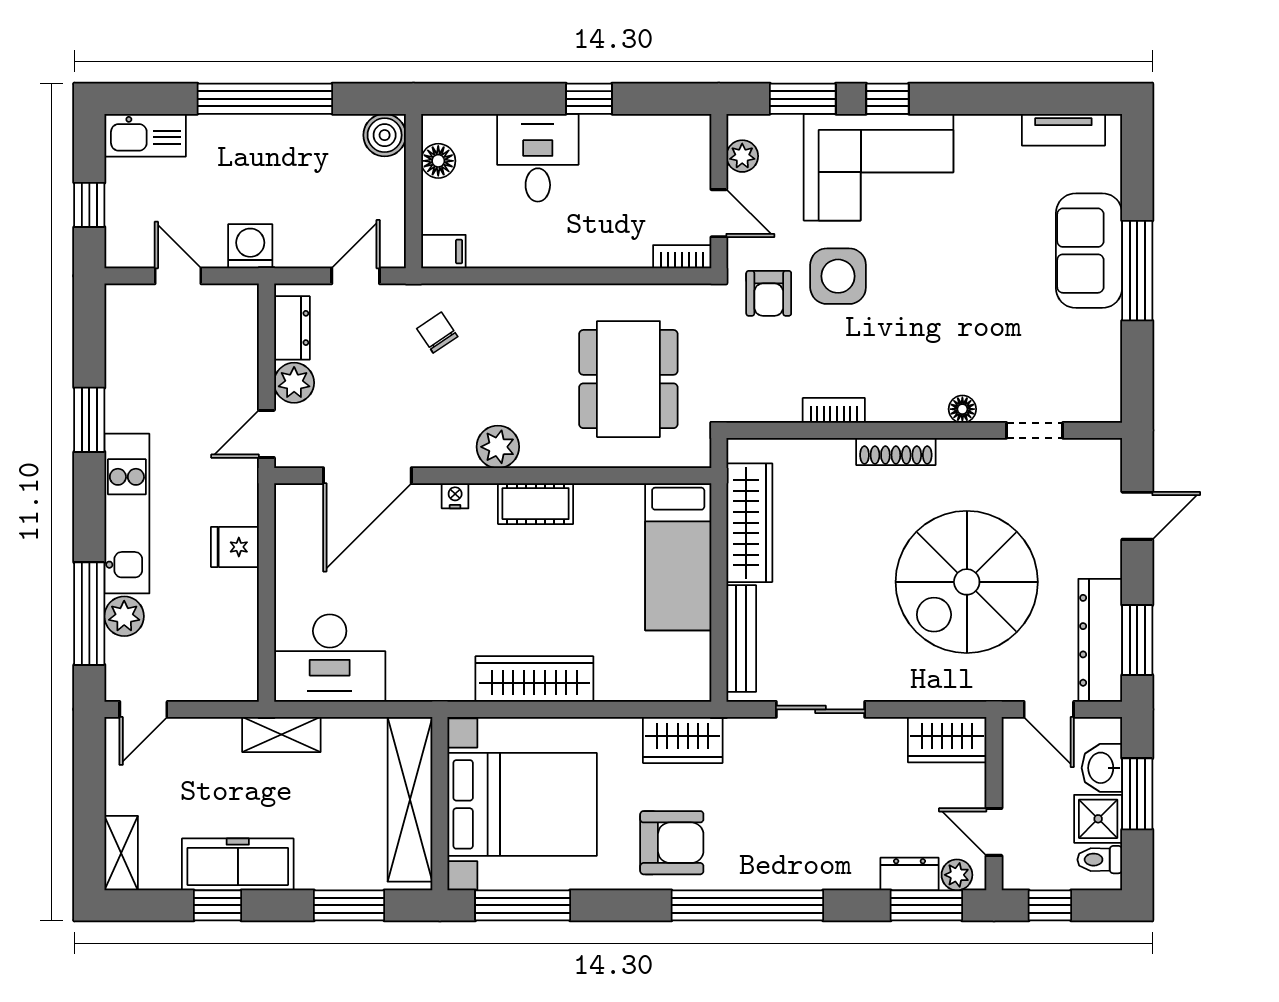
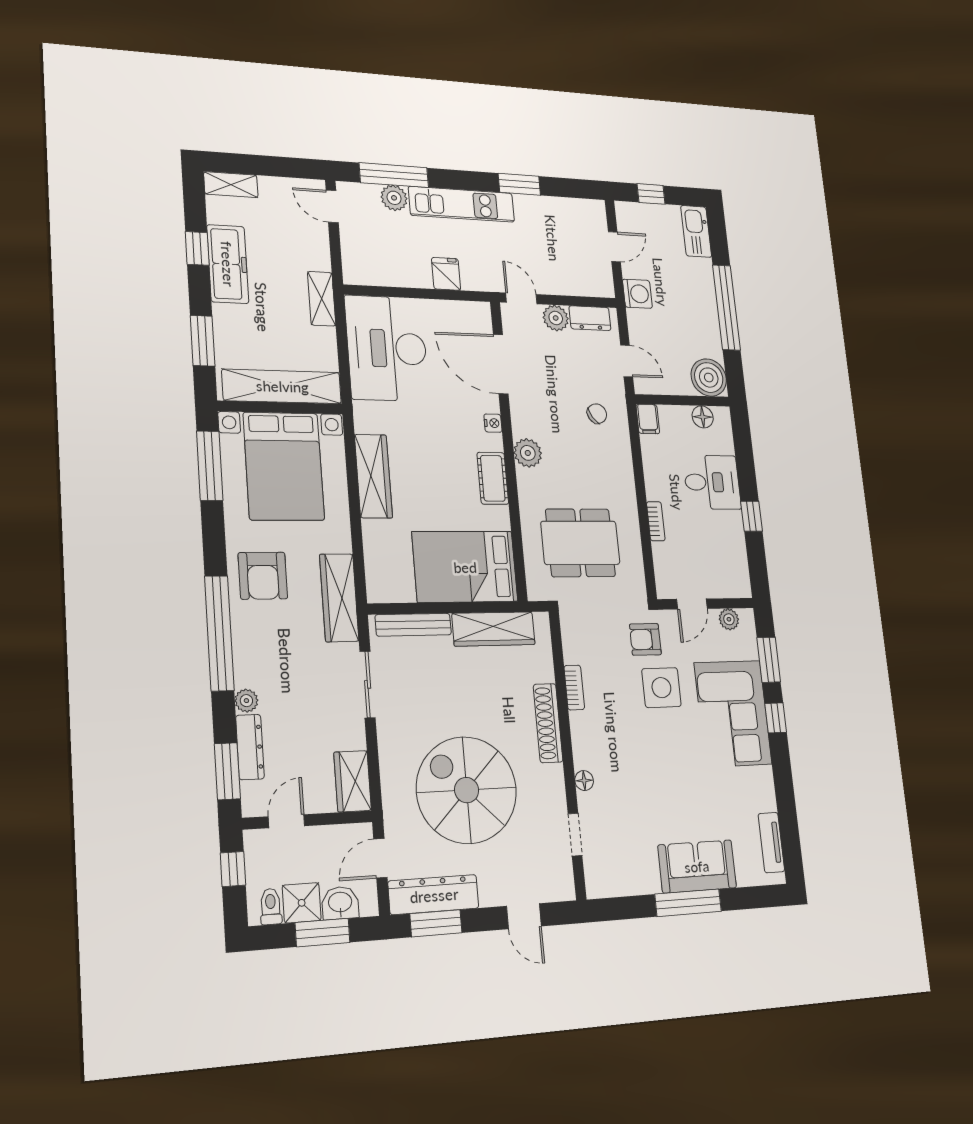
boiler: (385, 135) -> (709, 378), width x1.37, depth x1.37
bookcase: (682, 257) -> (656, 521), moved
shoe rack: (896, 451) -> (548, 723), width x1.36, depth x1.24
bed: (678, 557) -> (465, 567), width x1.50
desk: (330, 658) -> (387, 348), width x1.36, depth x1.30
wardrobe: (683, 740) -> (339, 598), width x1.50
dresser: (909, 874) -> (250, 747), width x1.44
plant: (957, 875) -> (246, 701), moved

